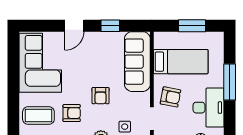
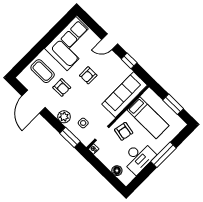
armchair: (101, 96) -> (88, 75), moved

